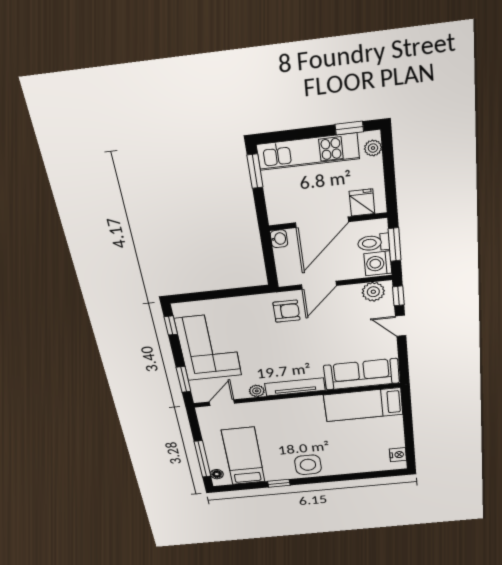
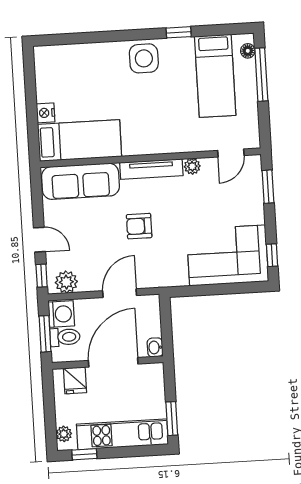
armchair: (286, 311) -> (139, 226), moved
corner sofa: (208, 347) -> (227, 255), moved, turned 90
nightstand: (398, 455) -> (46, 113), moved

